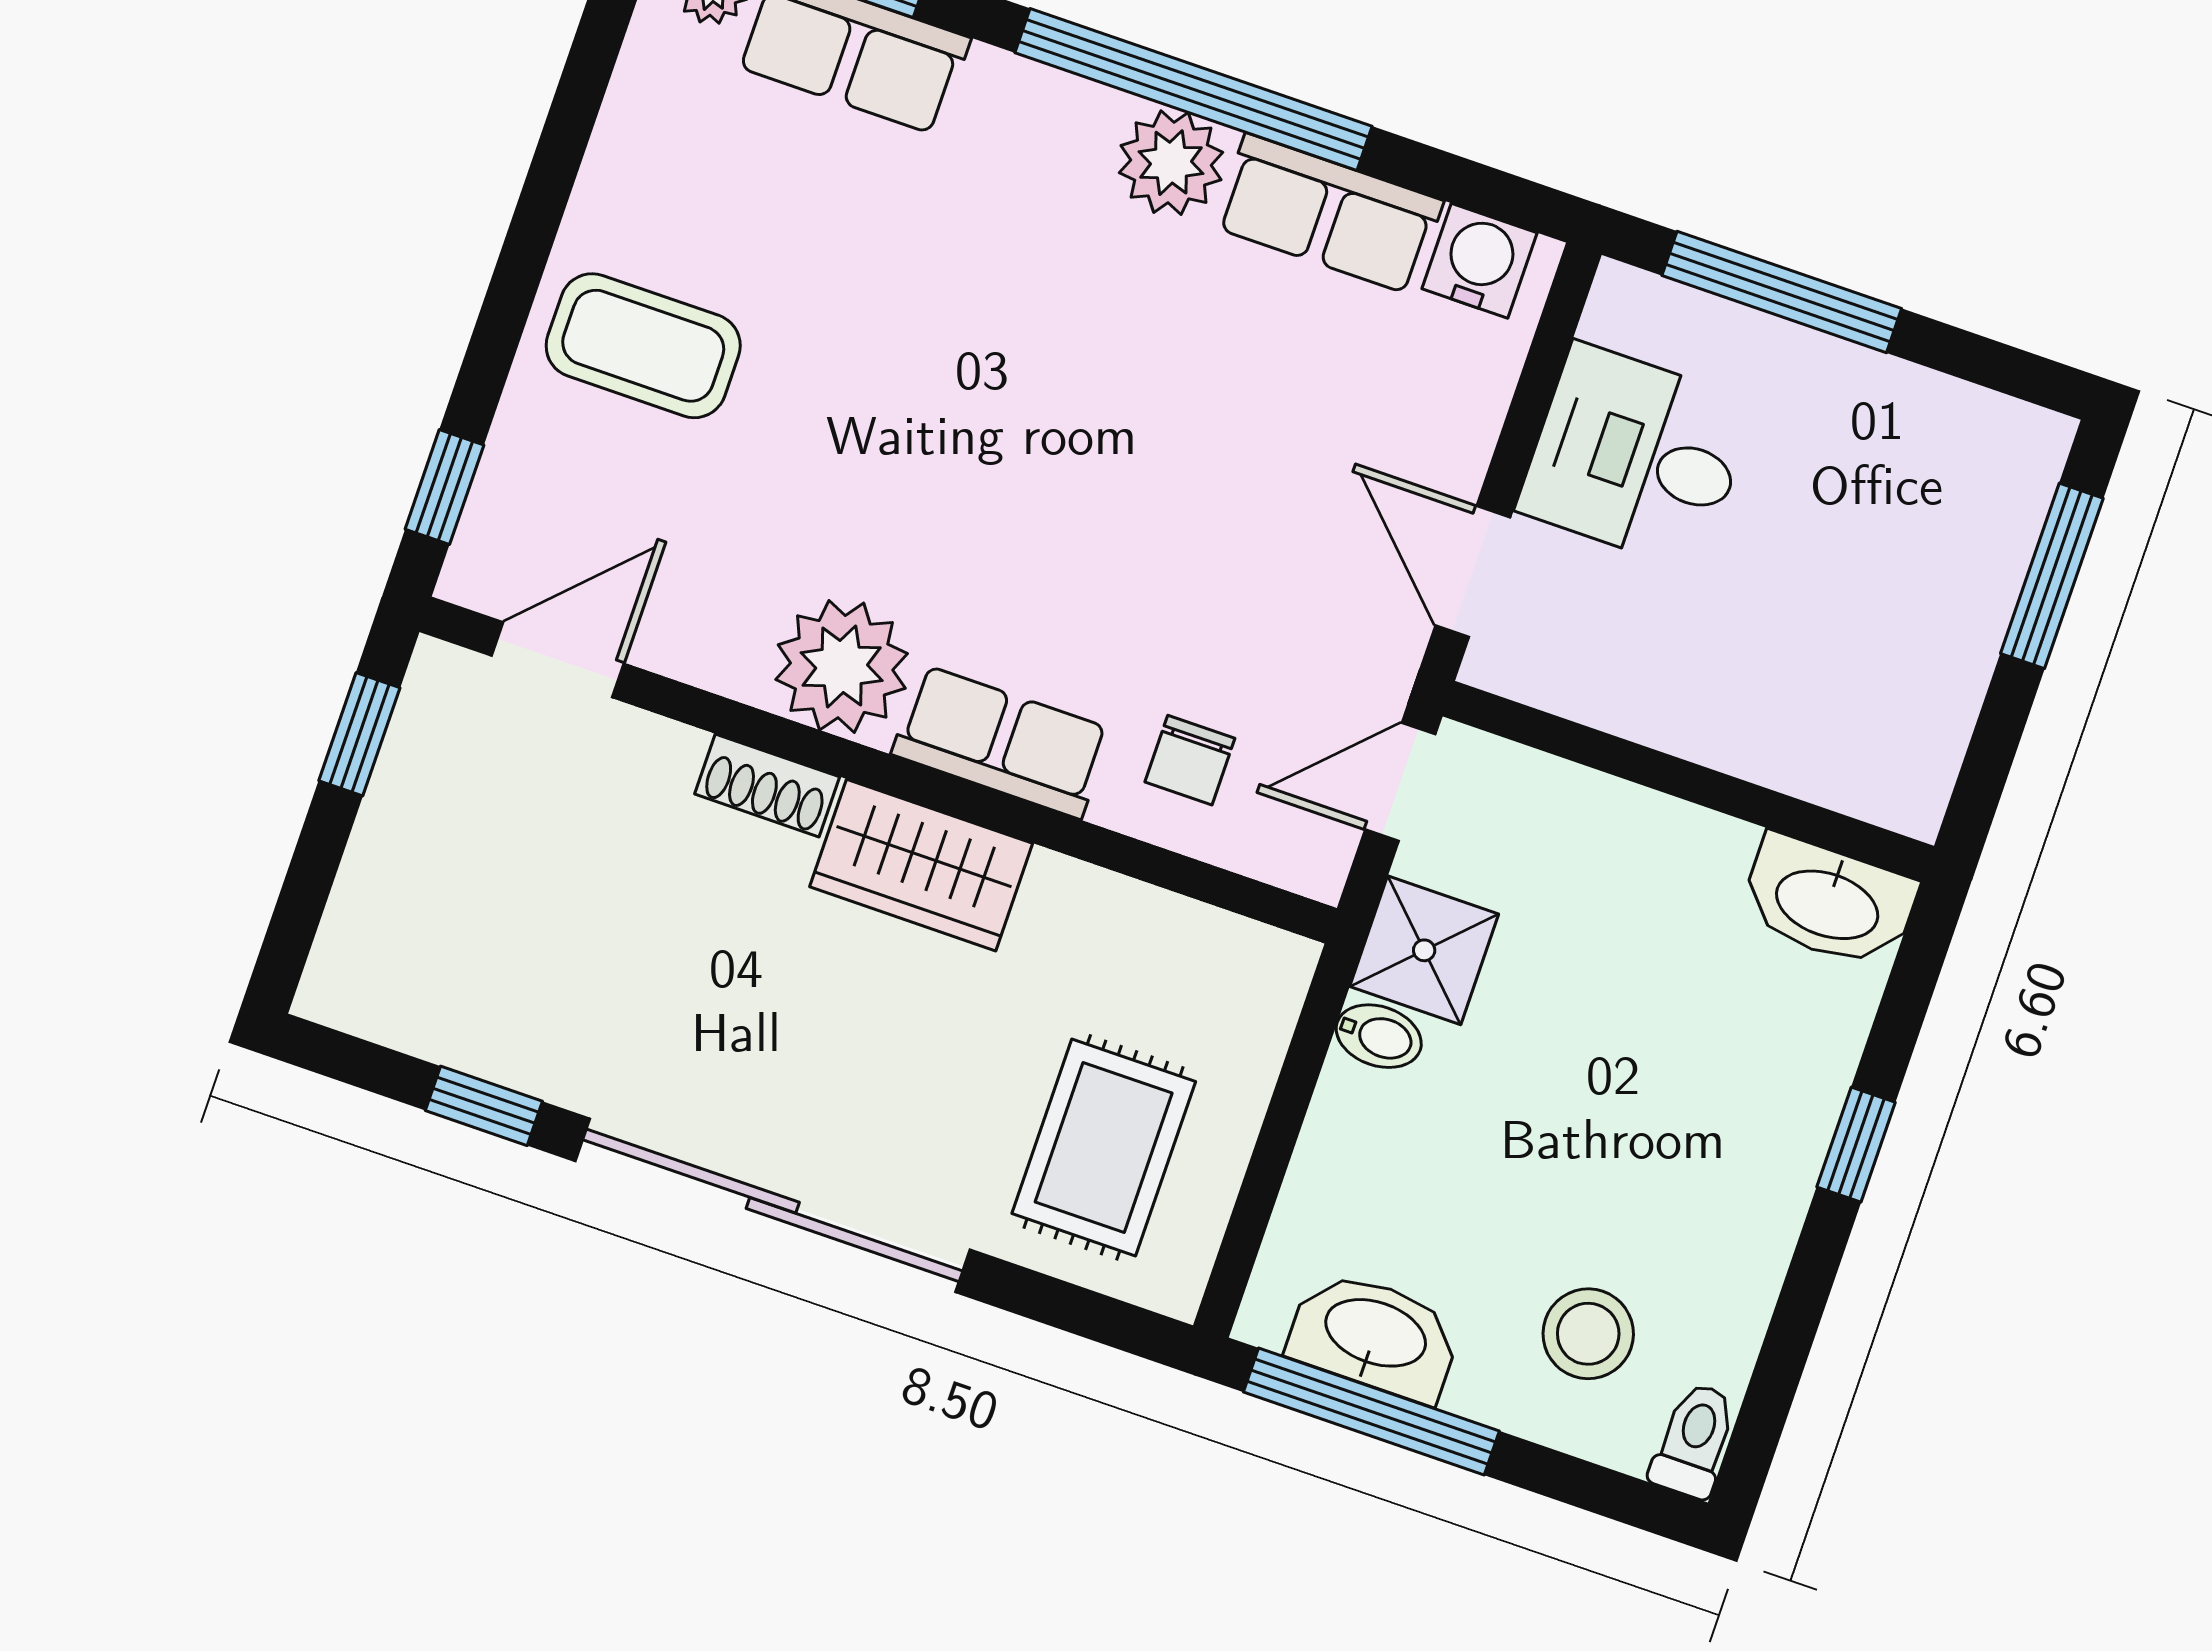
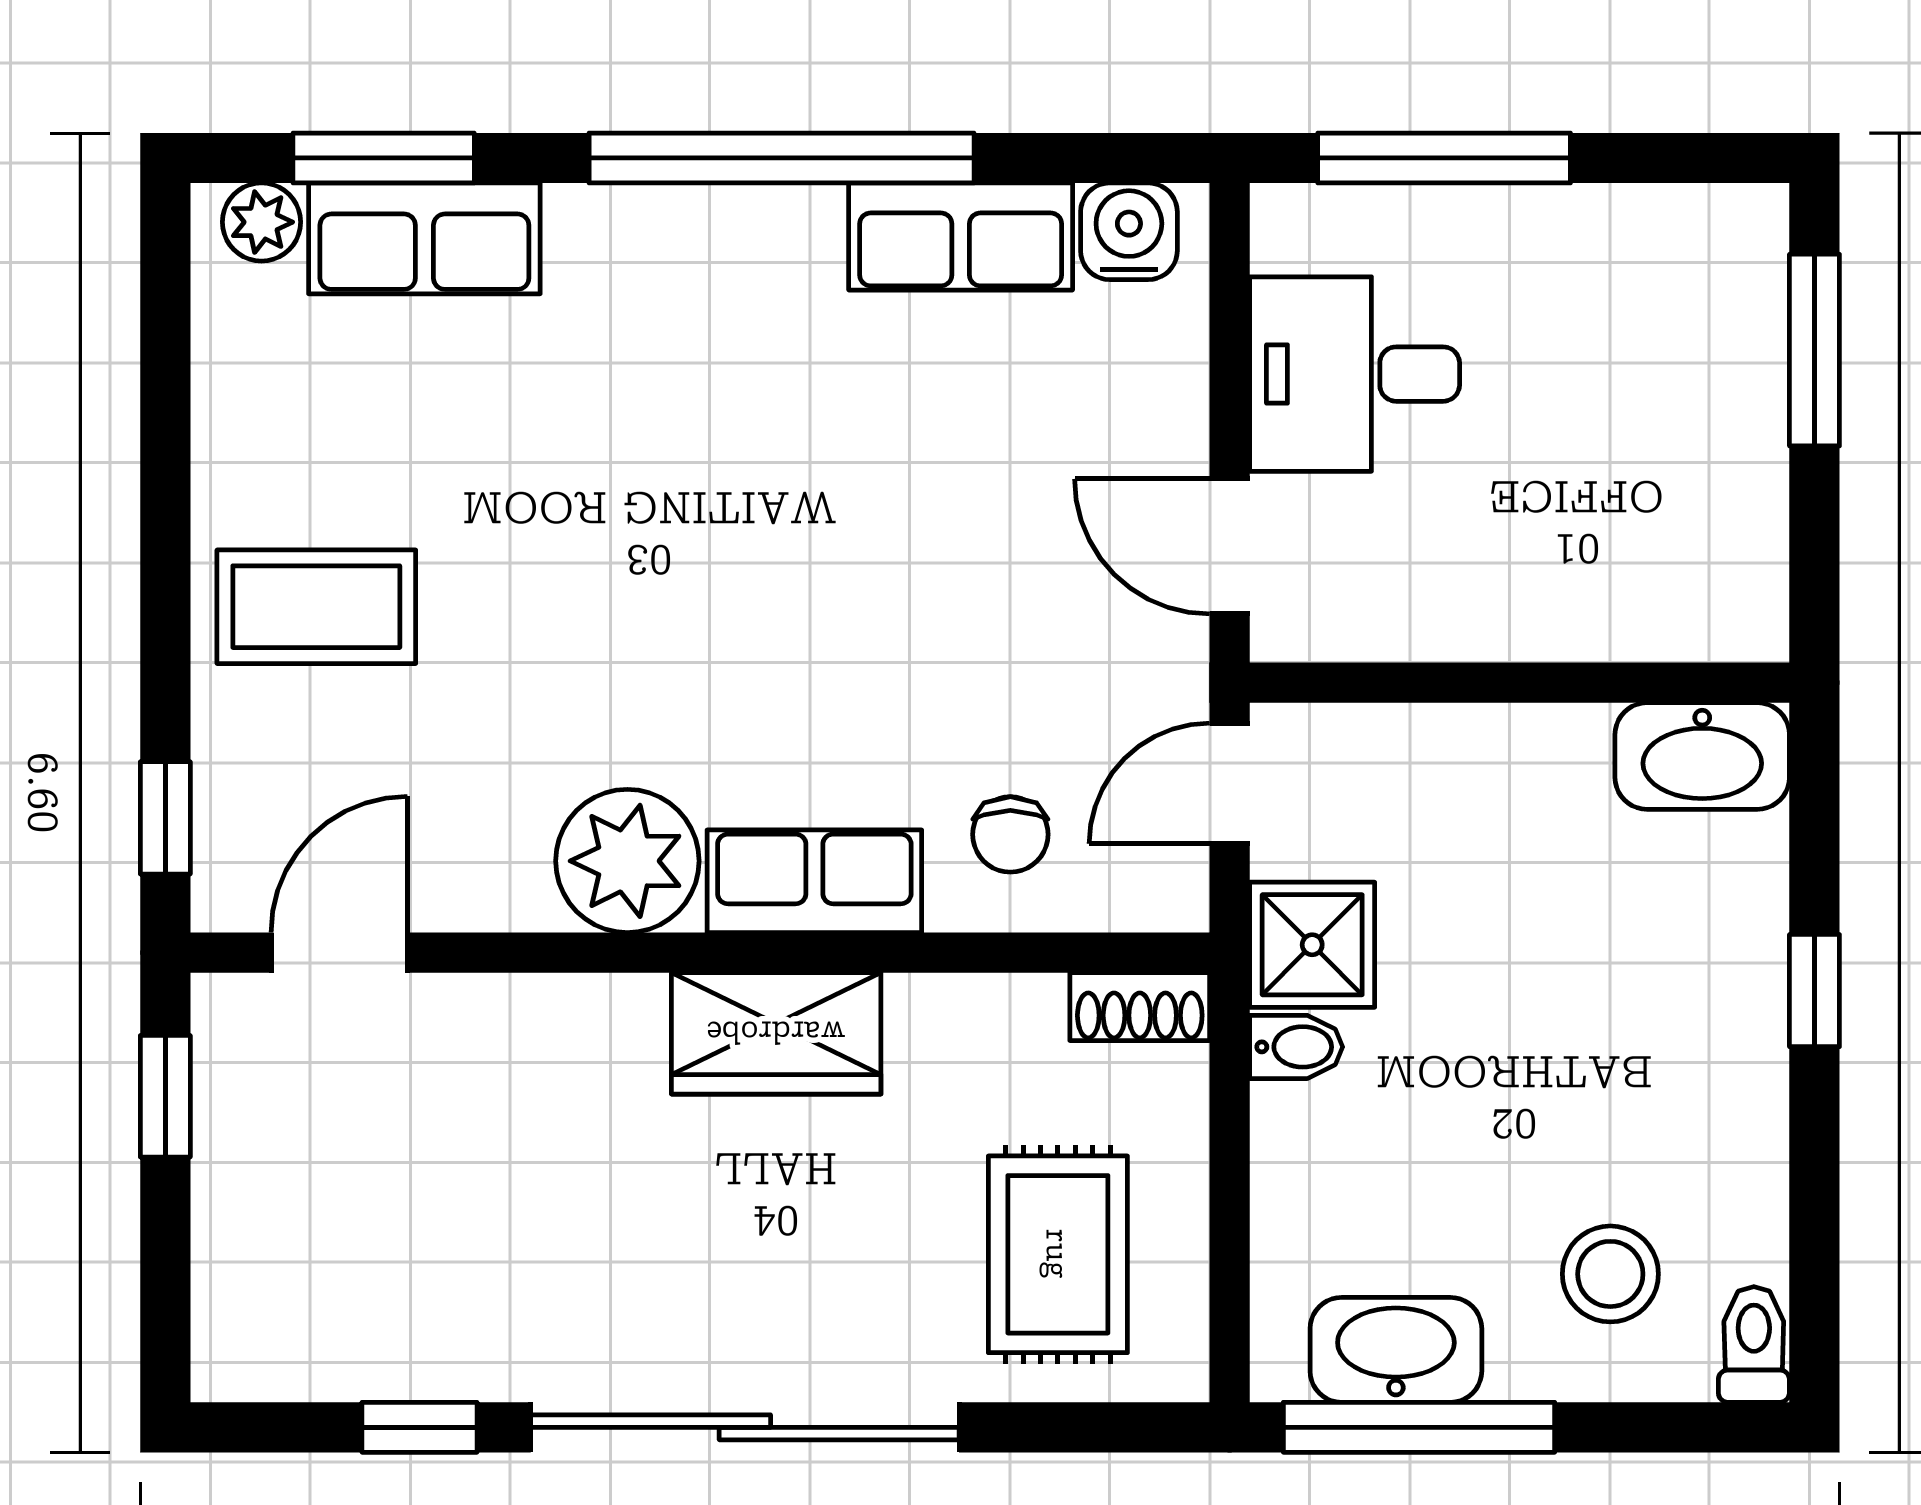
plant: (1171, 163) -> (784, 239), removed
shoe rack: (767, 785) -> (1140, 1007), moved

